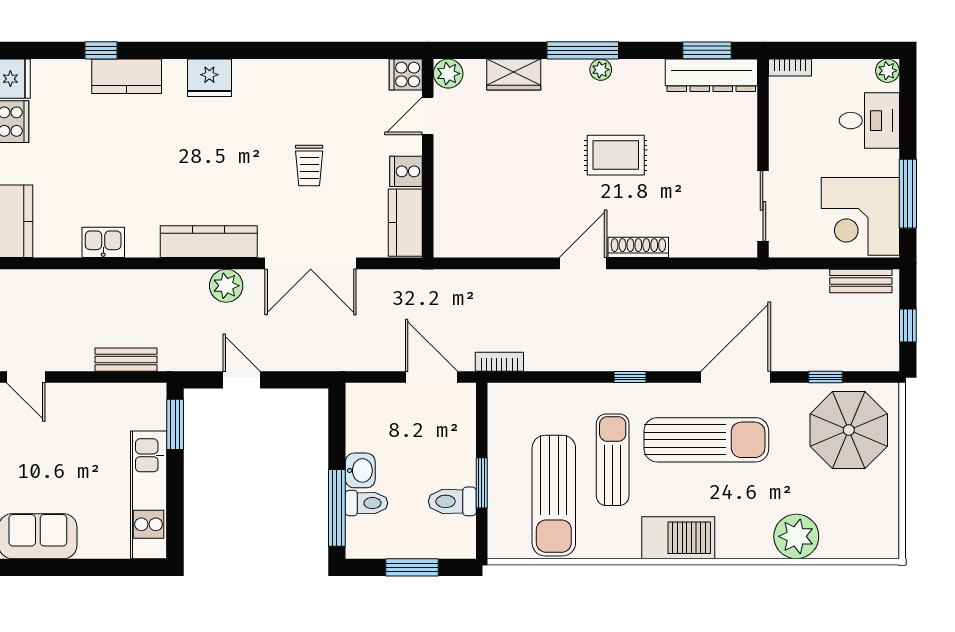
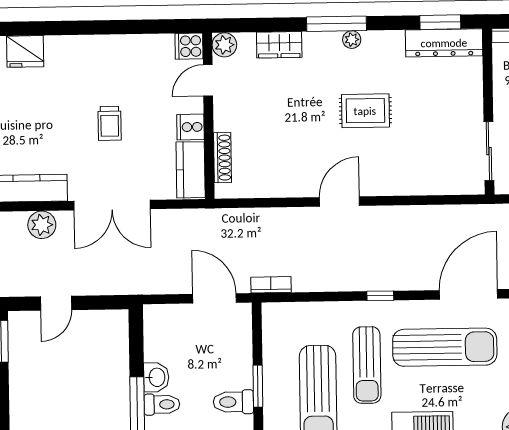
shoe rack: (638, 247) -> (223, 158), moved, turned 90
door: (242, 380) -> (56, 303), swing flipped
sun lounger: (613, 460) -> (367, 365), turned 180

